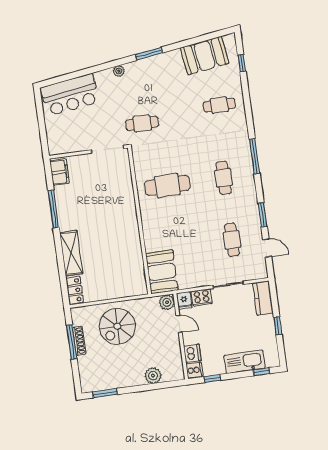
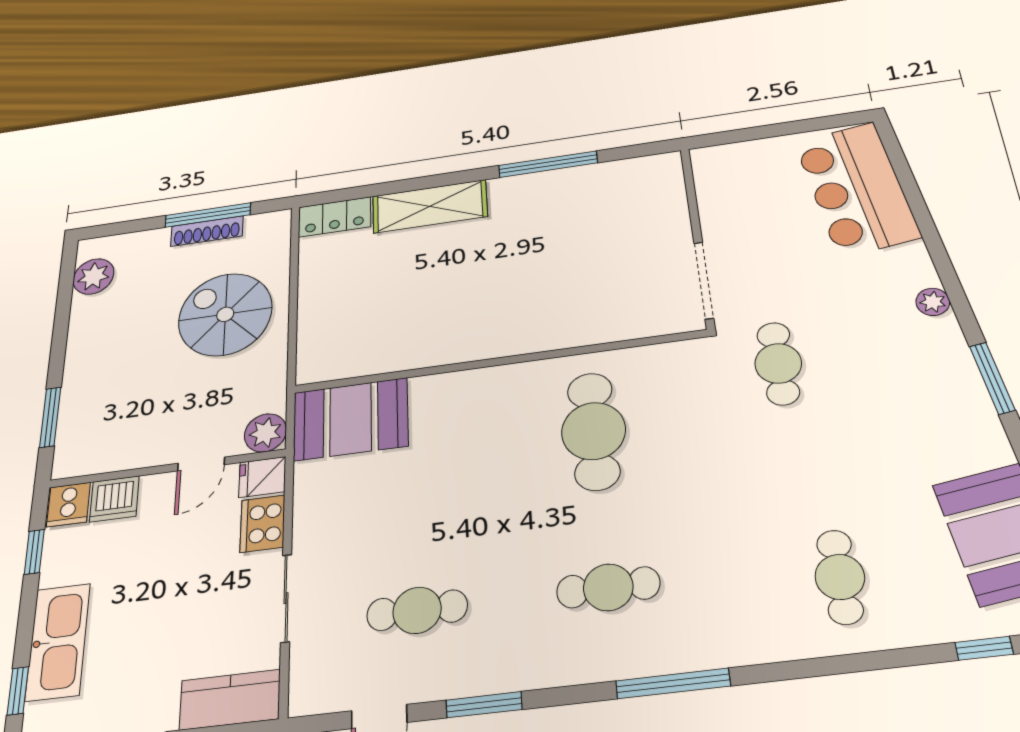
filing cabinet: (60, 172) -> (644, 174), removed
plant: (153, 376) -> (94, 276), moved
window: (105, 393) -> (50, 417), moved

